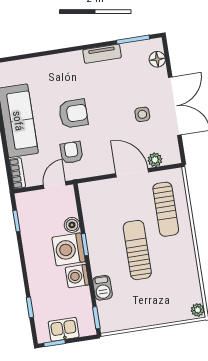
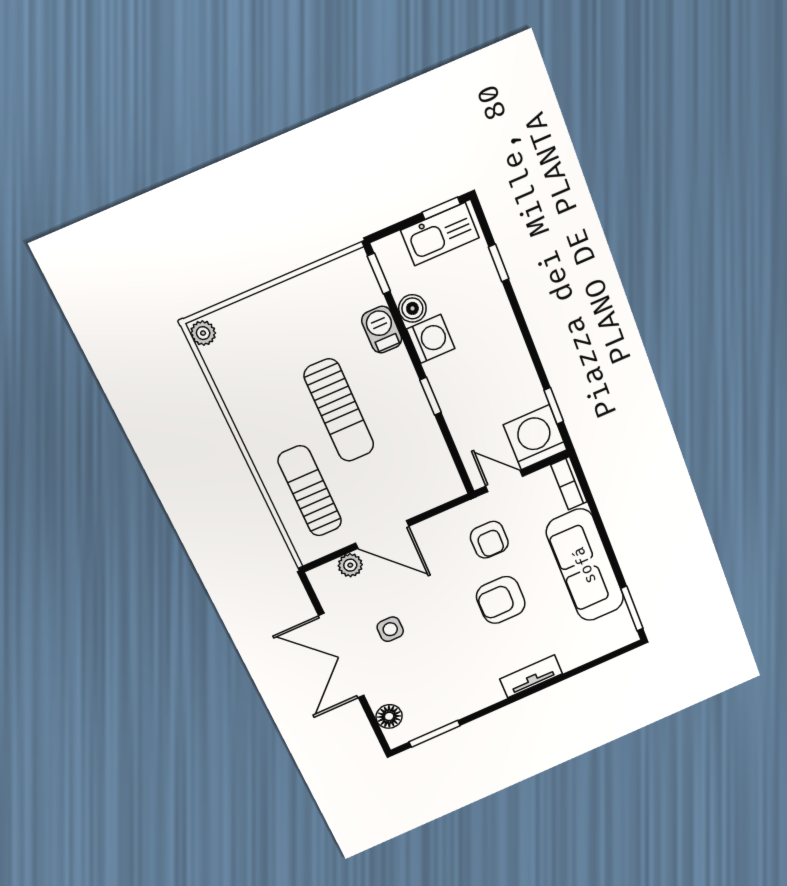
tv unit: (102, 54) -> (531, 676), moved
door: (55, 185) -> (504, 481), swing flipped
boiler: (72, 225) -> (412, 308), moved
washing machine: (69, 249) -> (535, 437), moved, turned -90
kitchen sink: (64, 329) -> (440, 234), width x1.38

